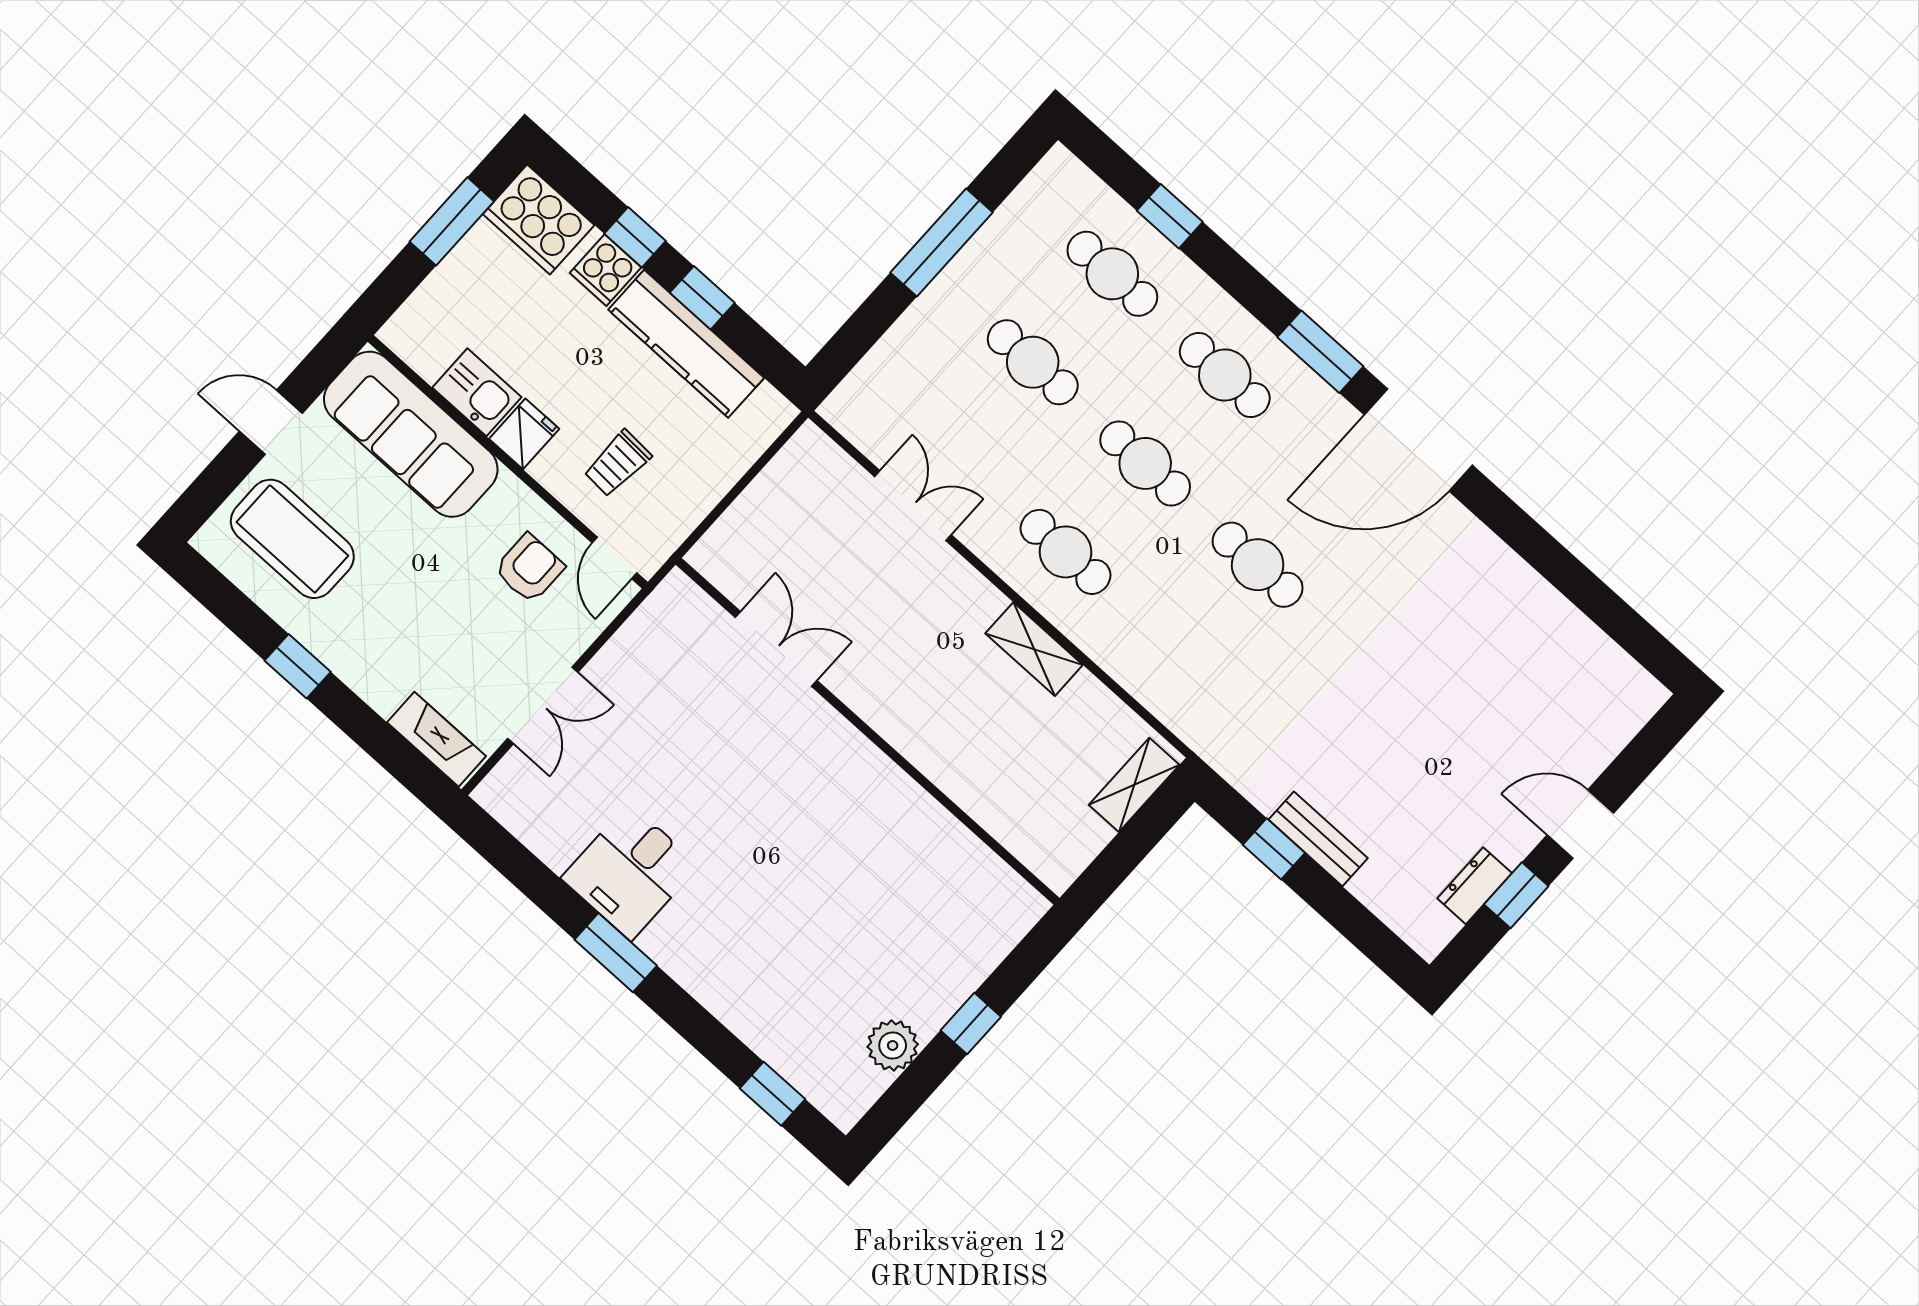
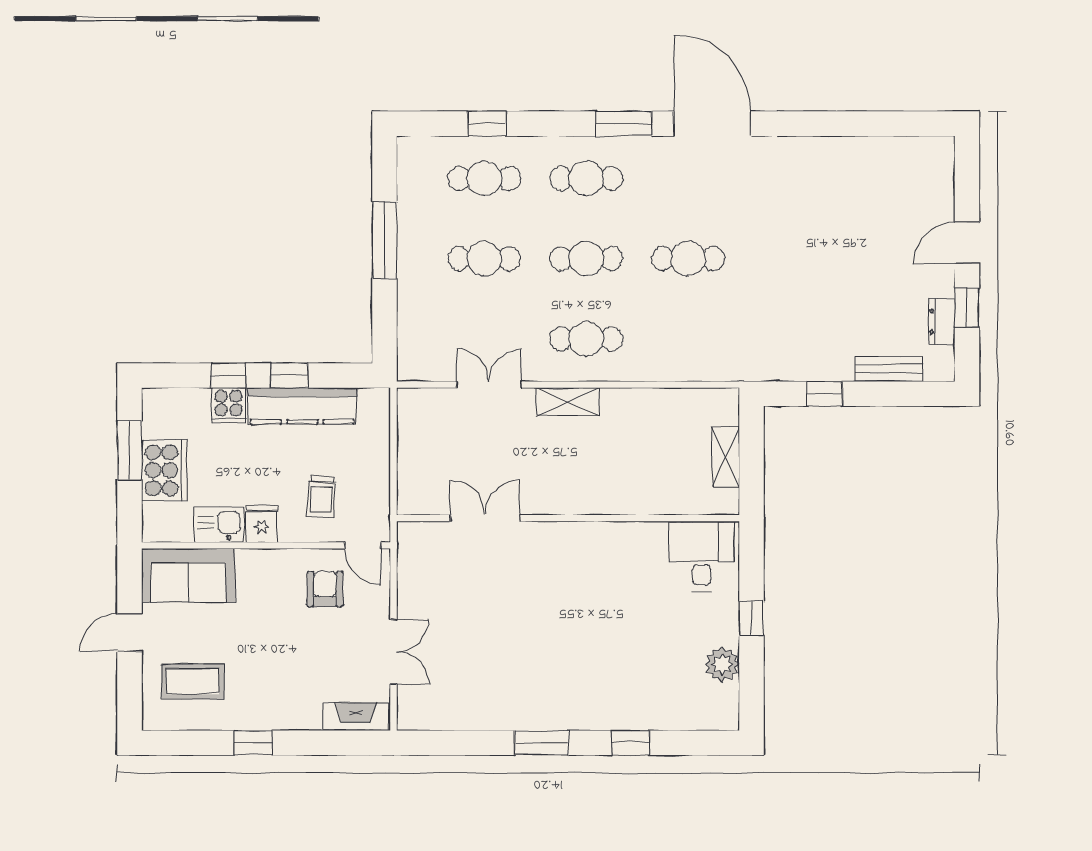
cooker: (539, 220) -> (164, 470), moved, turned -90
sofa: (411, 434) -> (188, 575), width x0.73
door: (1418, 440) -> (712, 124), swing flipped
coffee table: (292, 539) -> (193, 681), width x0.73, depth x0.76
shelving: (1034, 649) -> (568, 402), moved
shelving: (1134, 785) -> (726, 457), moved
bench: (1318, 839) -> (889, 369), moved
desk: (630, 872) -> (702, 556), moved, turned 180
window: (773, 1094) -> (630, 743), moved

